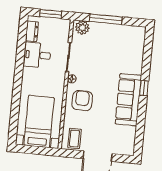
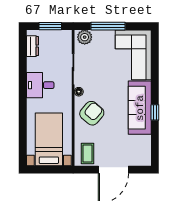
corner sofa: (127, 49) -> (133, 55), added
desk: (37, 55) -> (40, 85), moved
window: (144, 88) -> (155, 112), moved
armchair: (82, 101) -> (92, 113), turned 41

